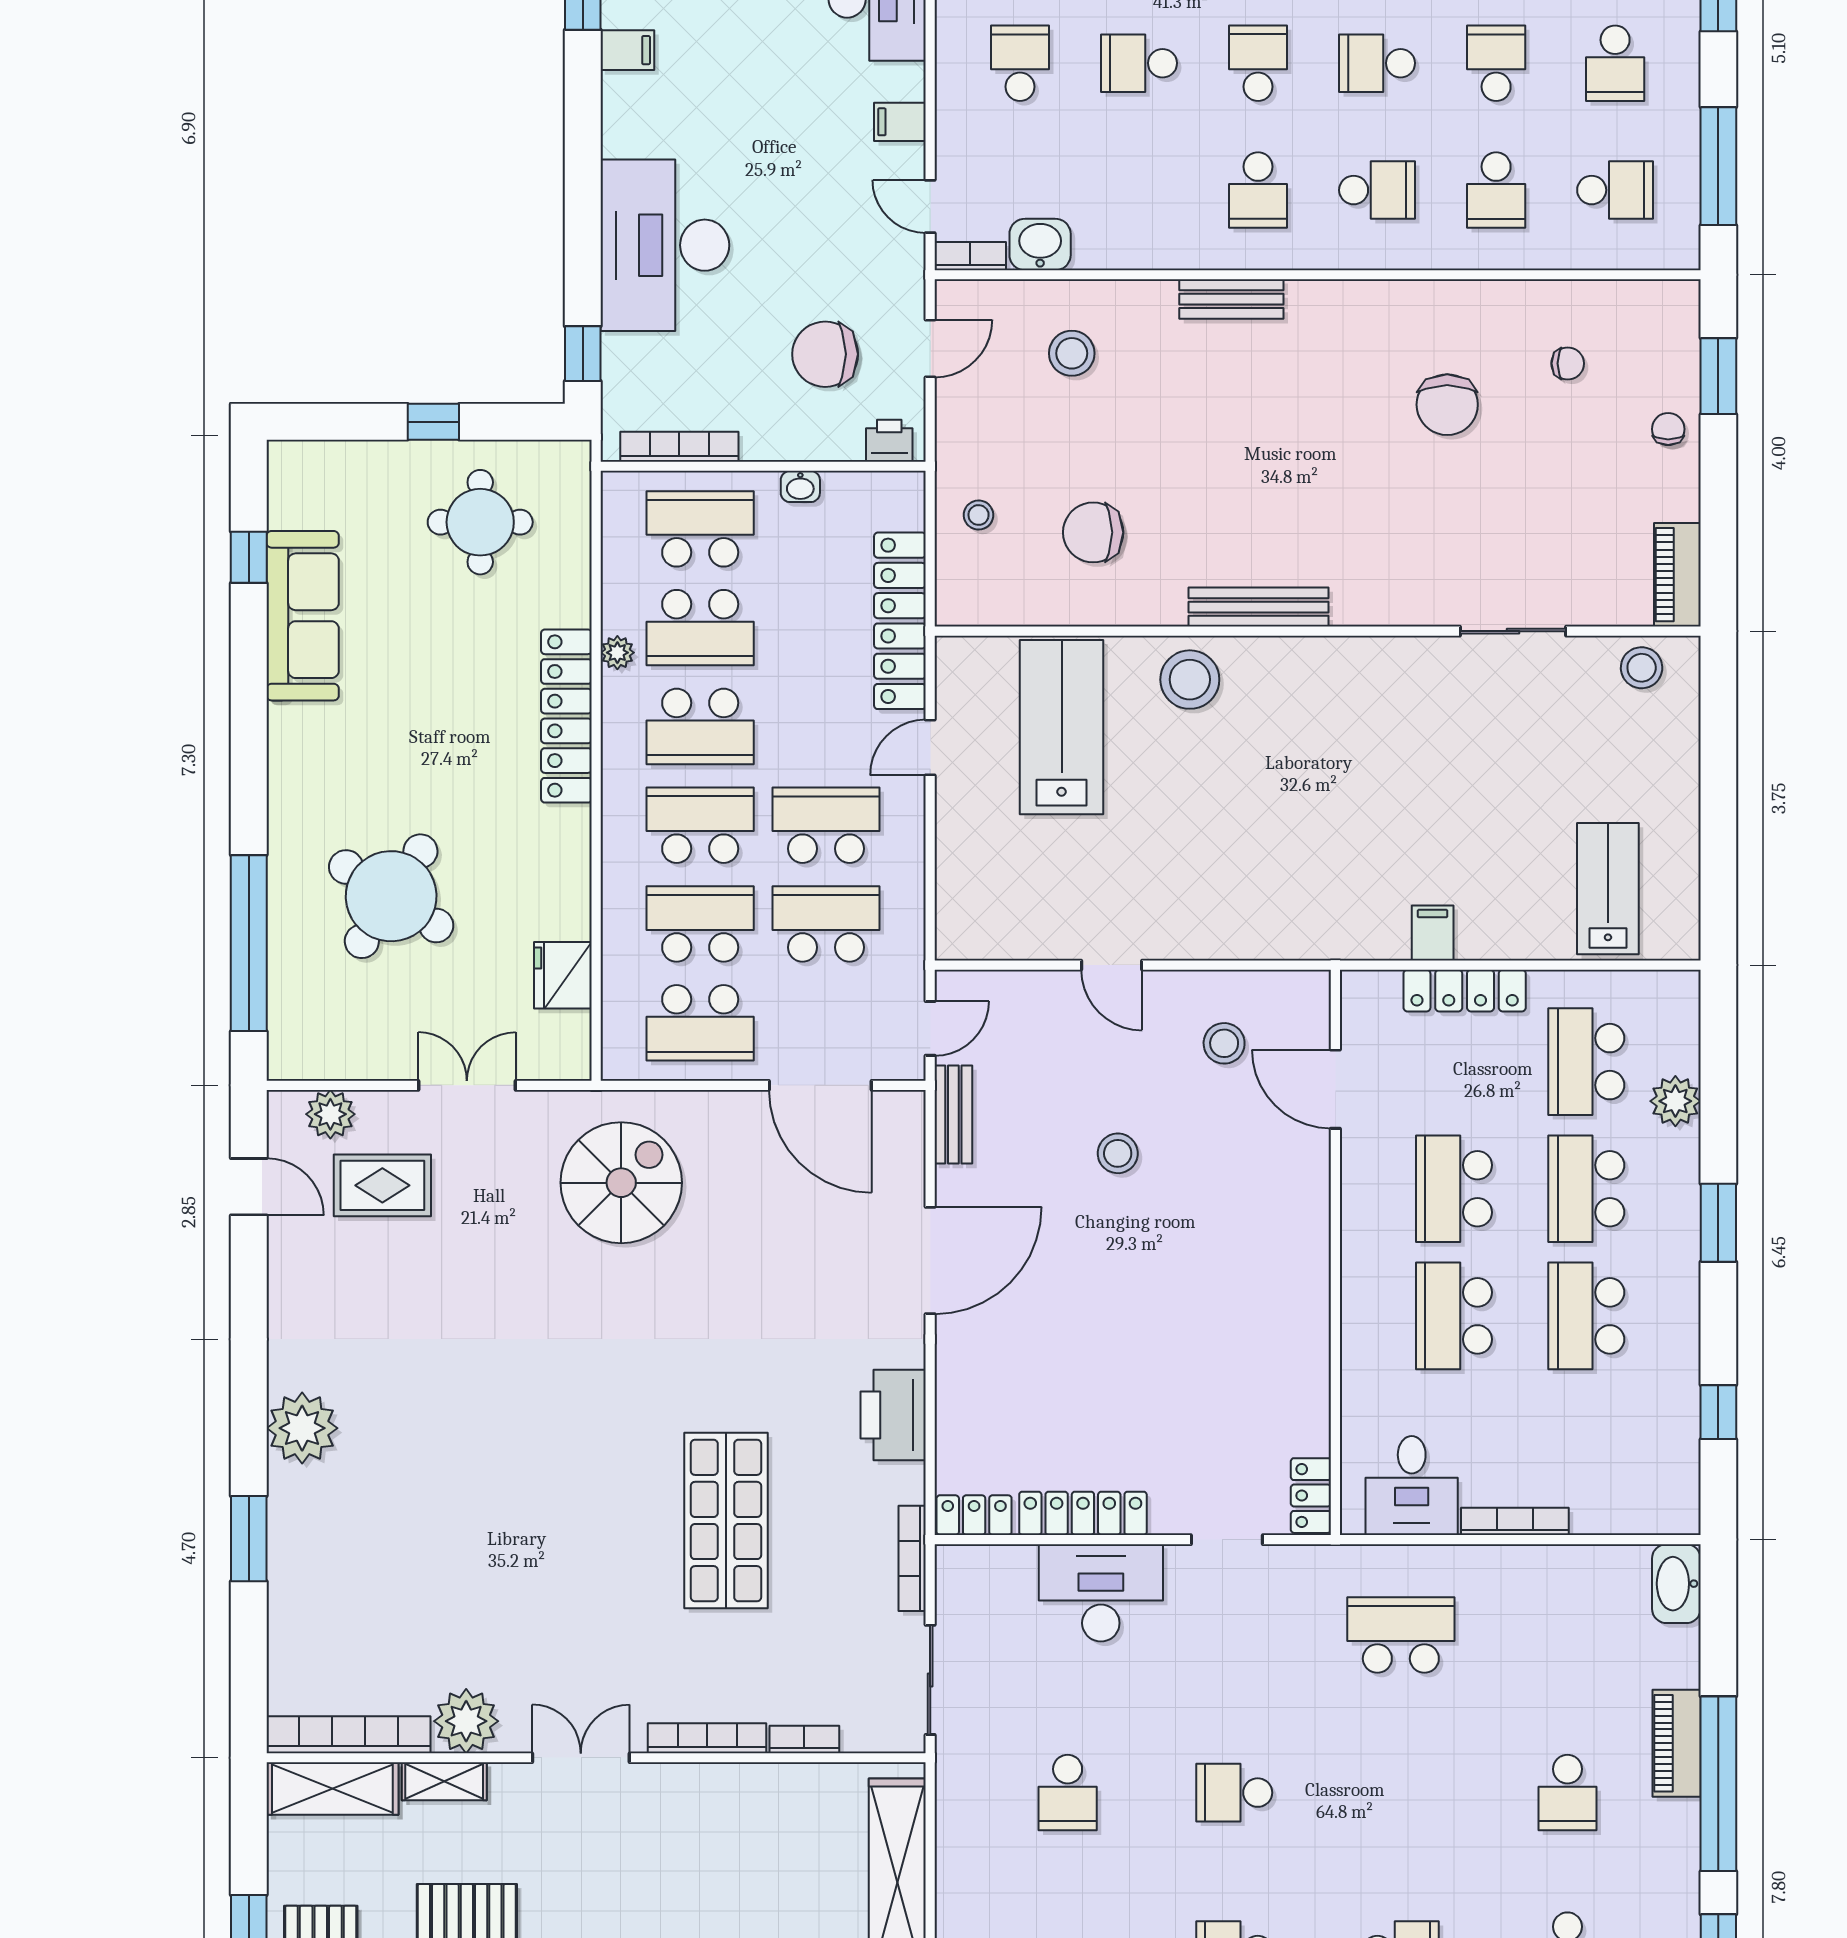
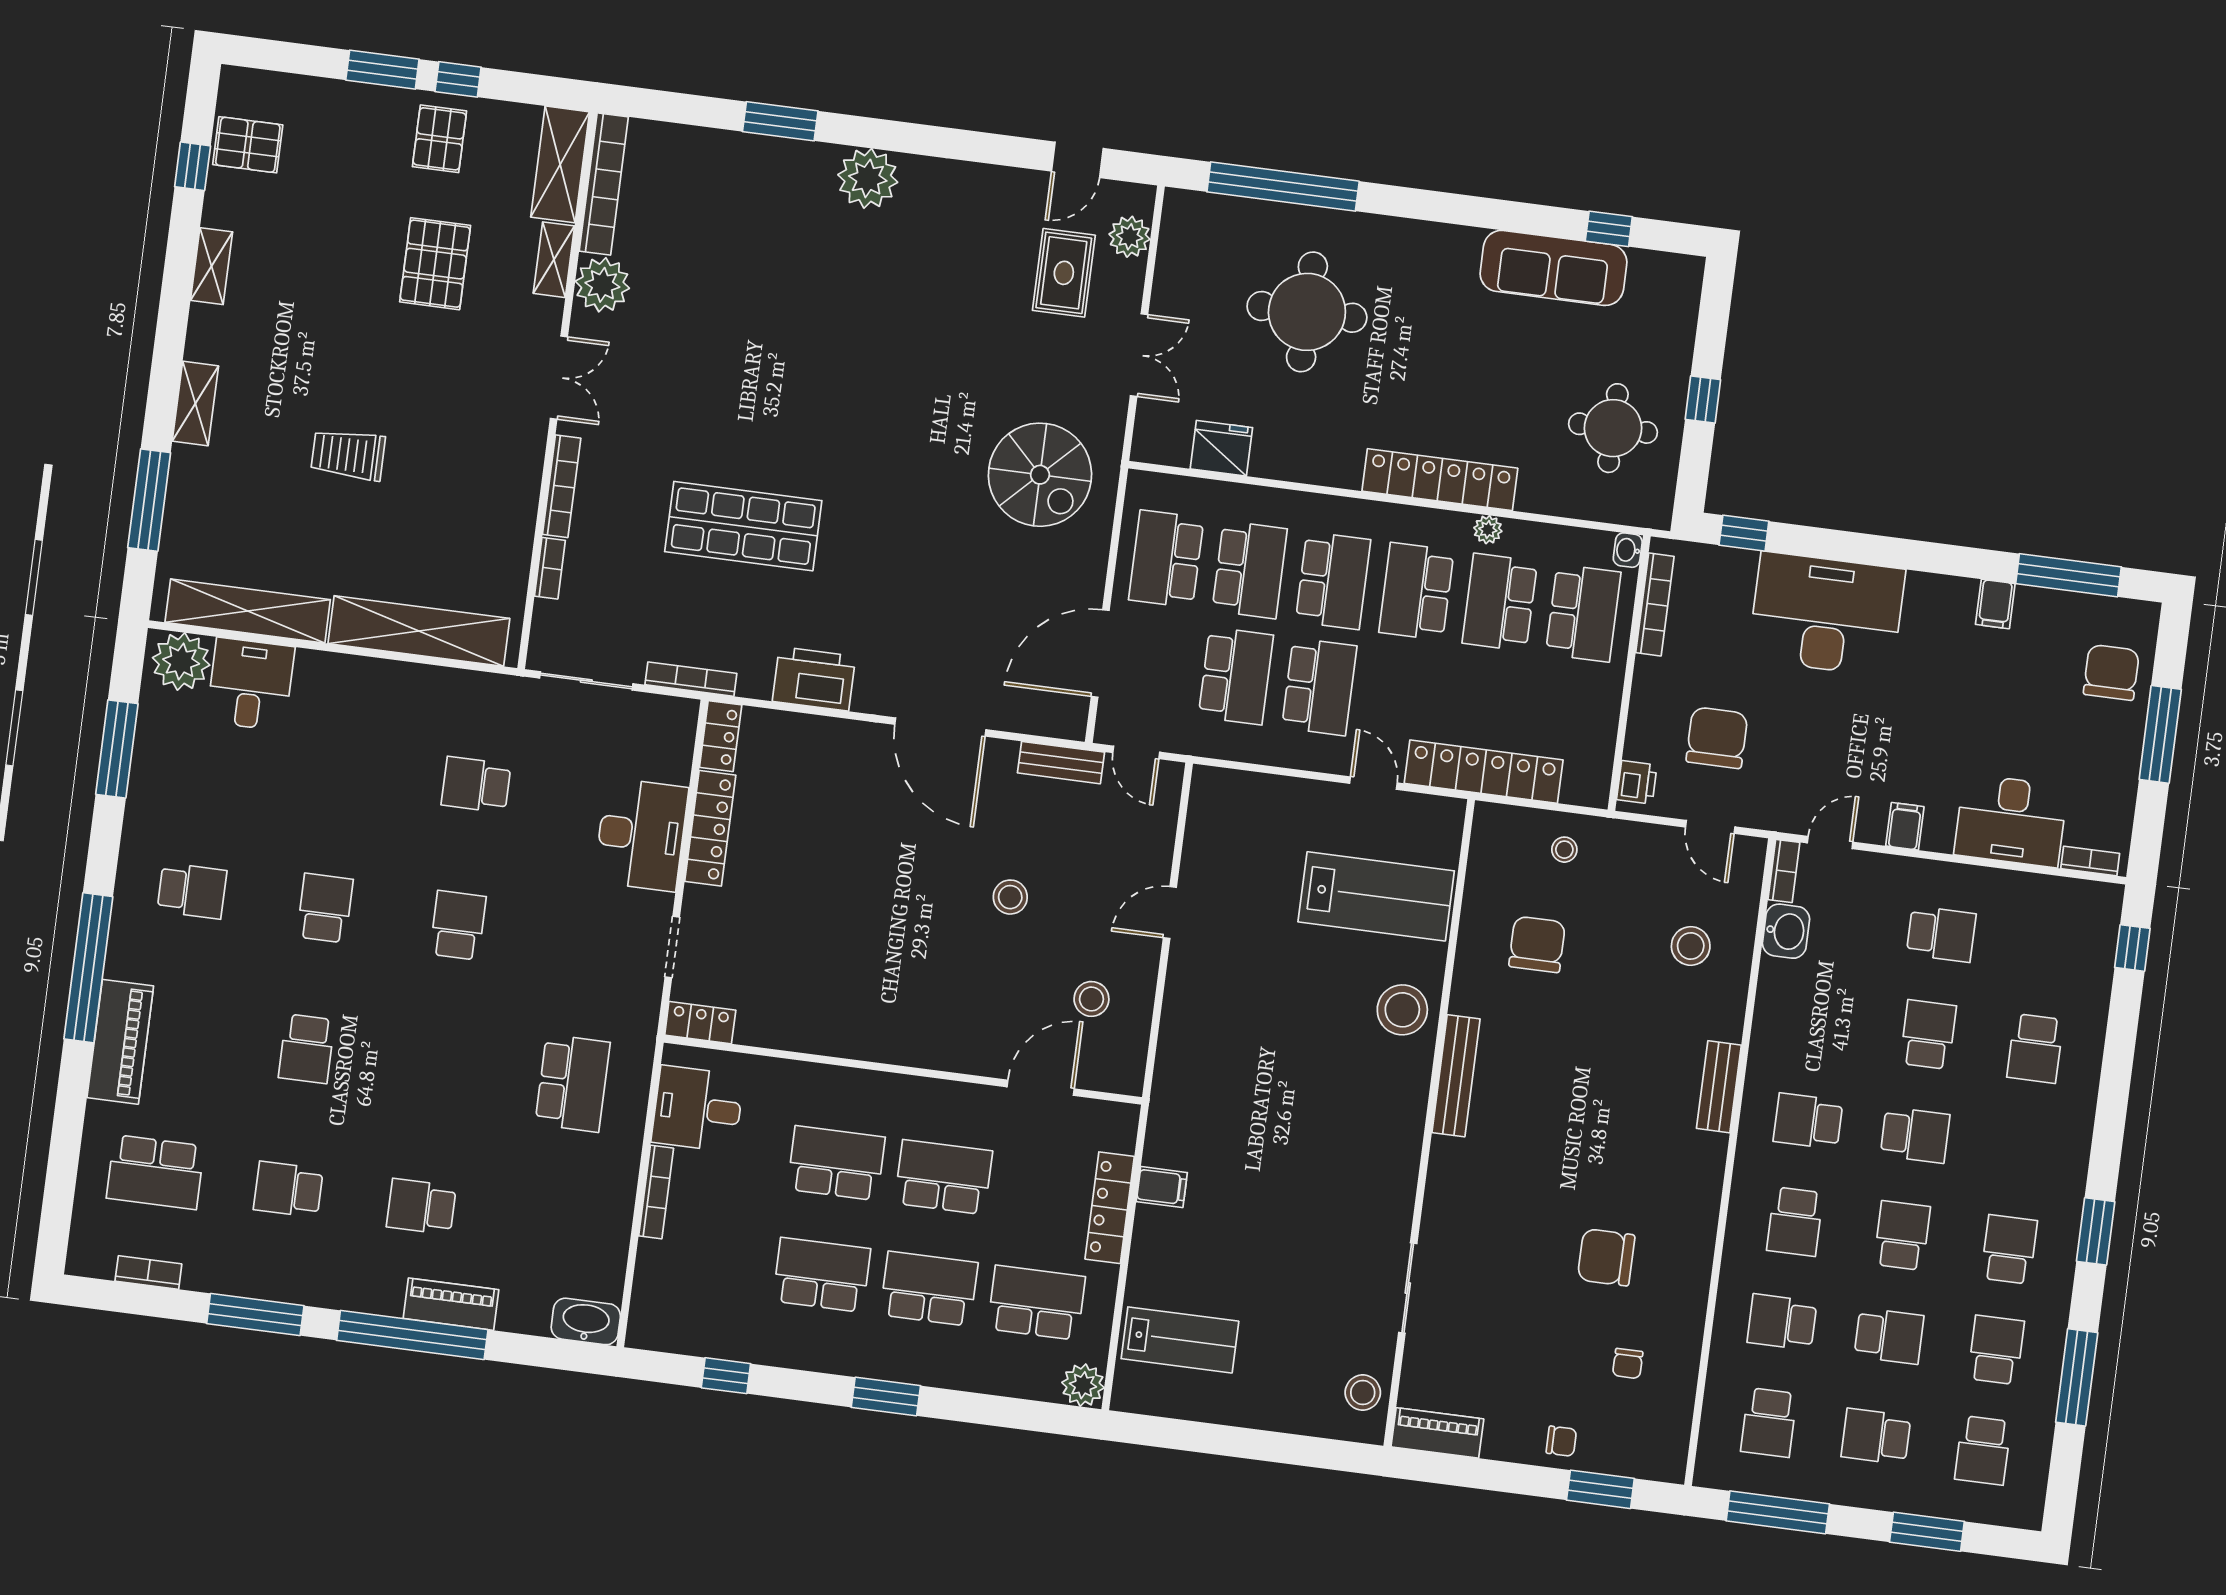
washbasin: (800, 486) -> (1628, 550), moved
round table: (391, 896) -> (1307, 312), turned -33
plant: (1675, 1101) -> (1083, 1385), moved

